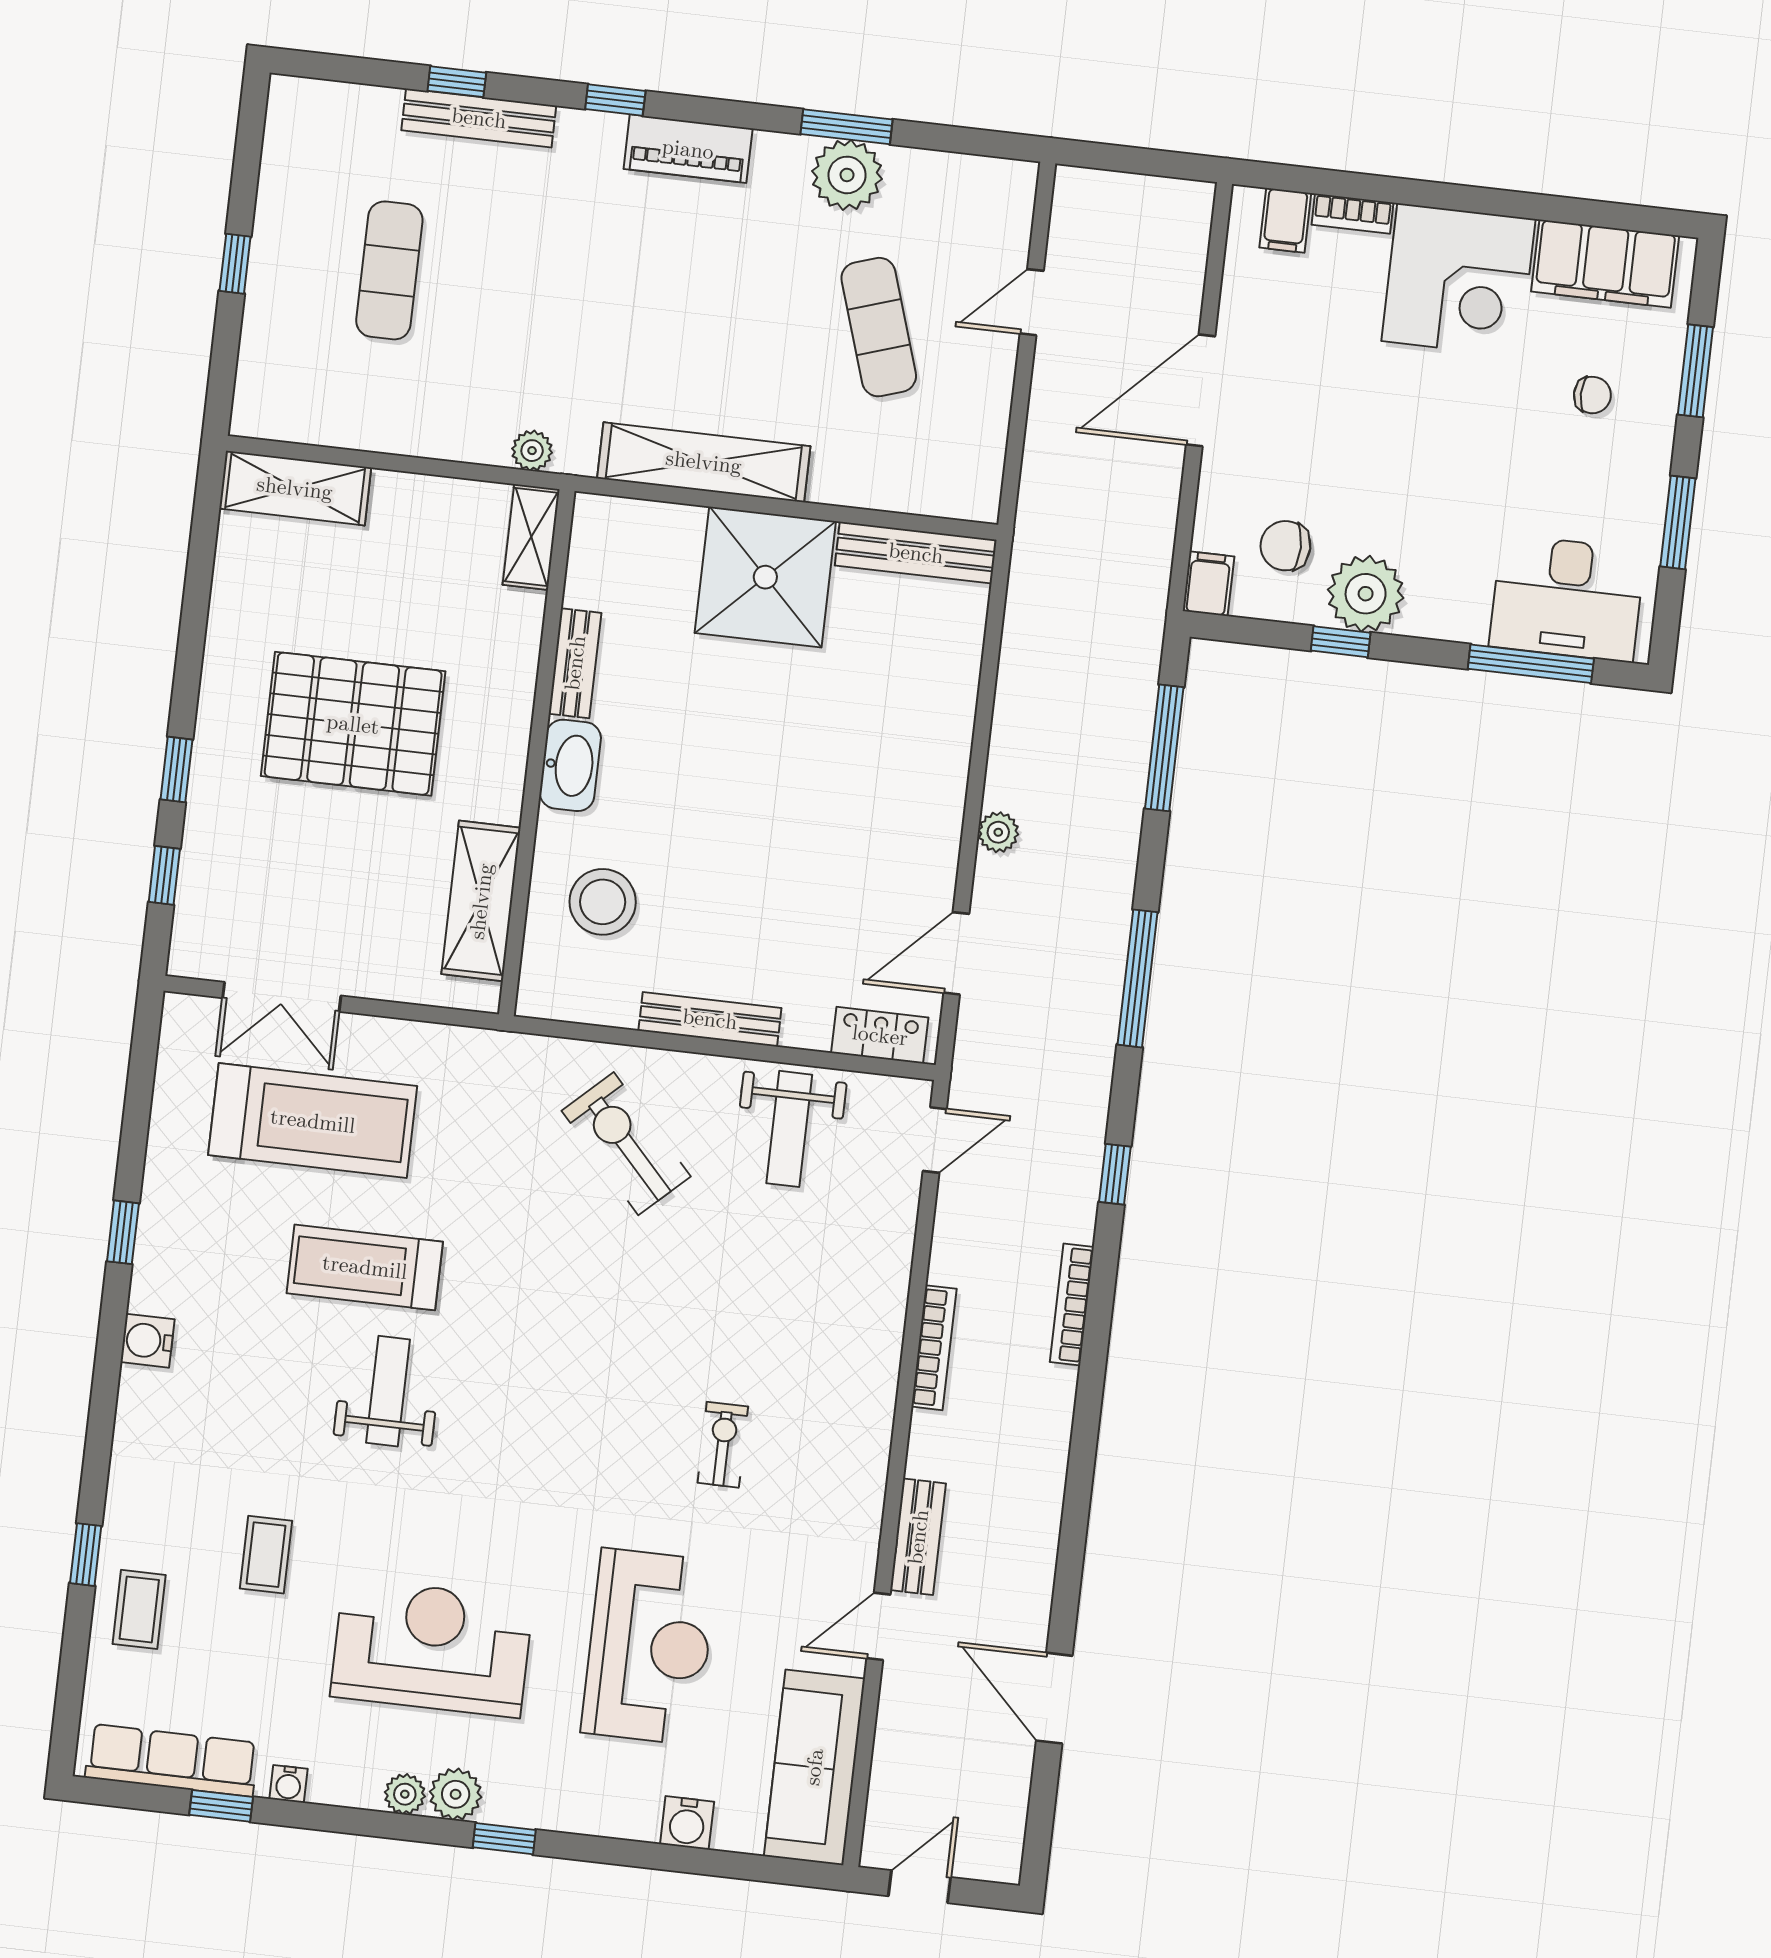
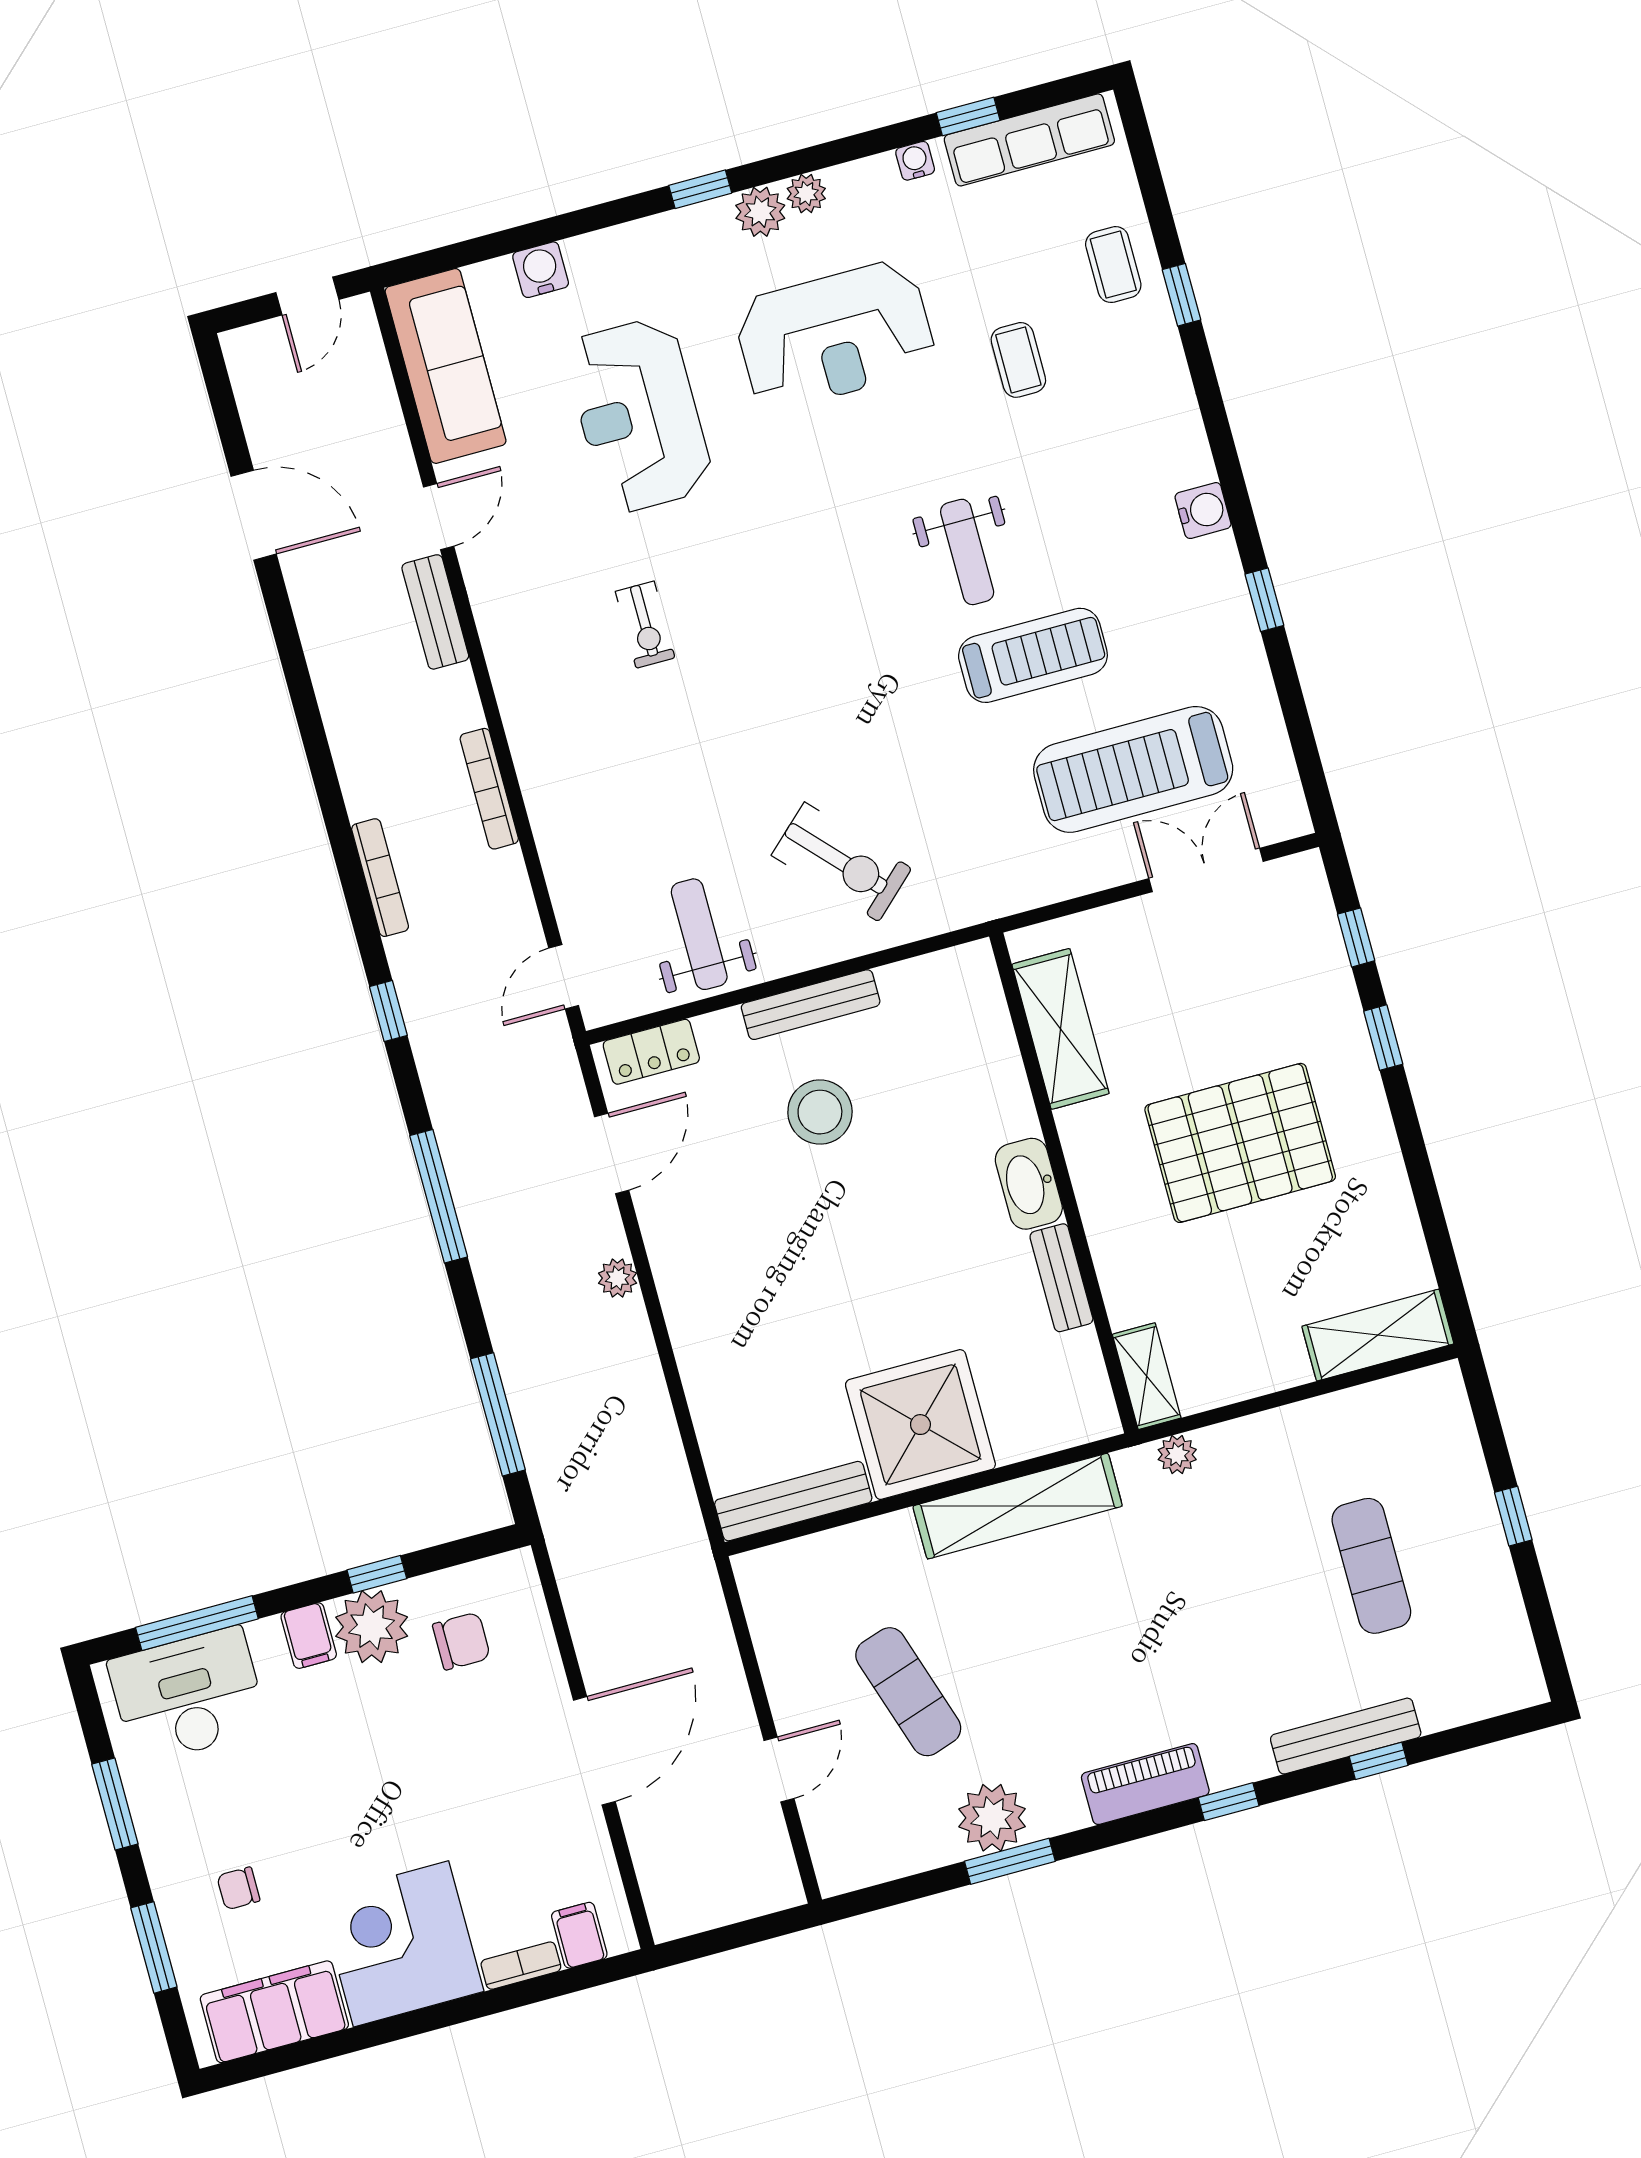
filing cabinet: (1208, 584) -> (309, 1636), moved
stool: (603, 902) -> (820, 1112), moved

